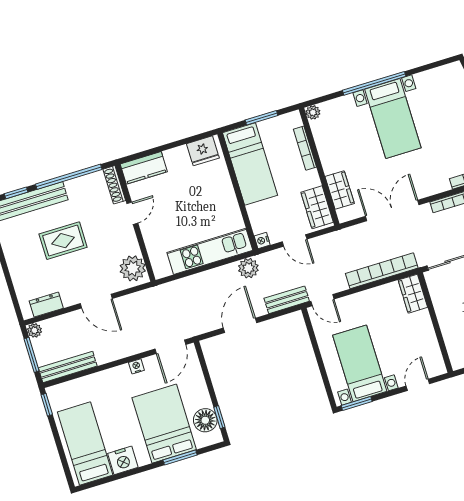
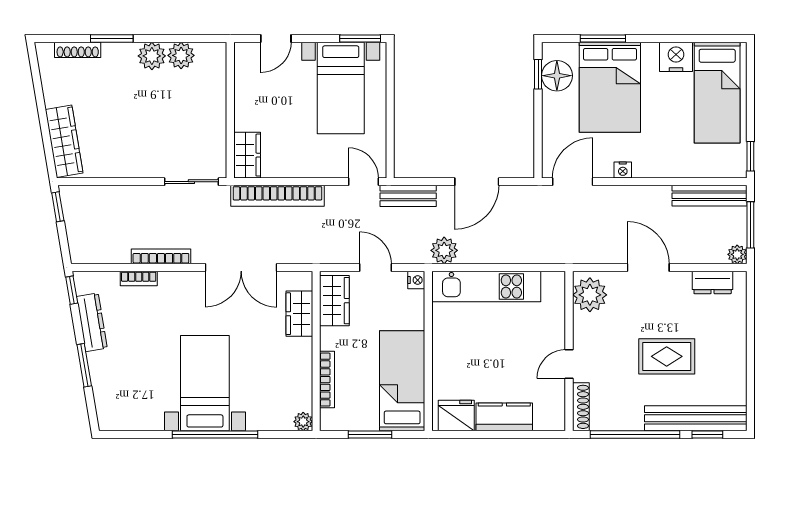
kitchen counter: (144, 168) -> (504, 417), moved

